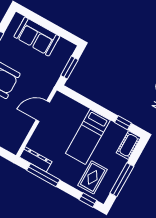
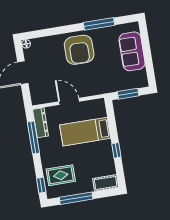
door: (43, 111) -> (69, 101), moved
window: (123, 123) -> (116, 150), moved
bed: (88, 137) -> (85, 132), moved

